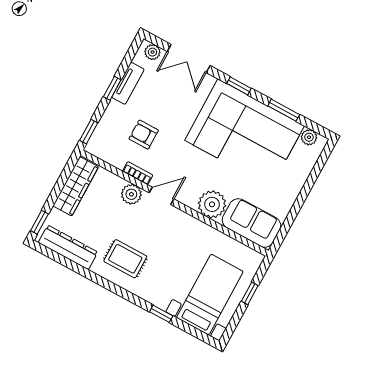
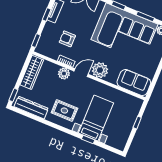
plant: (212, 204) -> (100, 70), moved
bed with nightstands: (210, 295) -> (96, 118), moved

